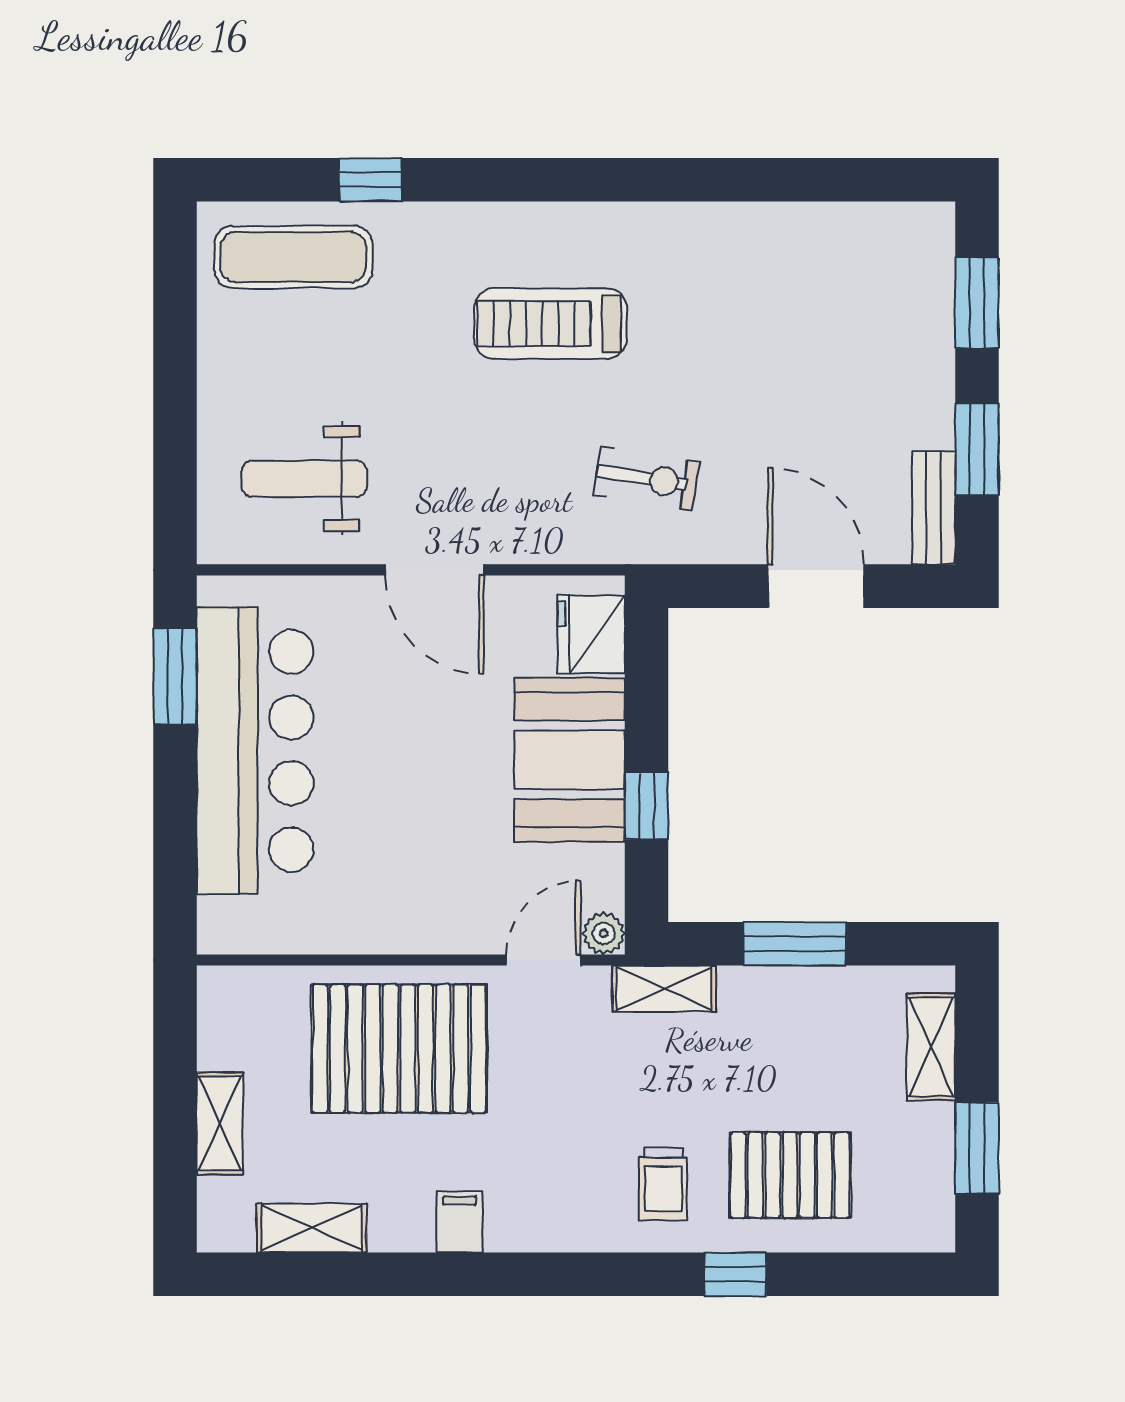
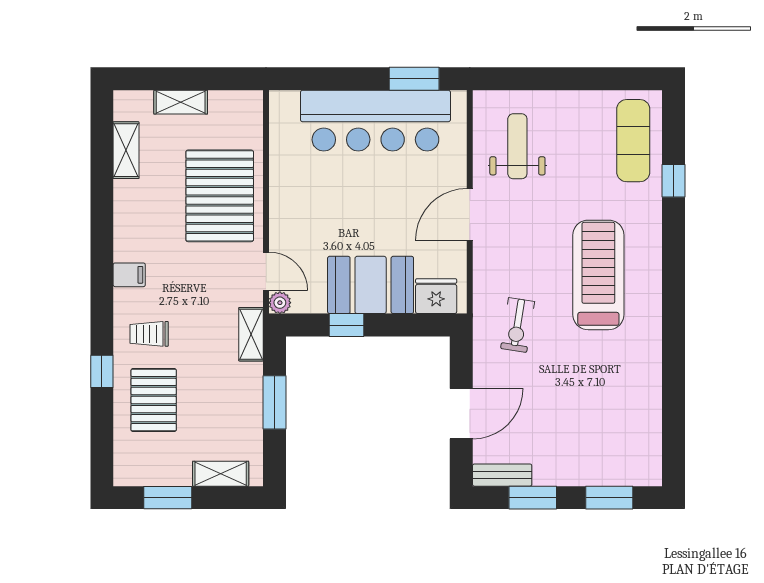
treadmill: (550, 324) -> (598, 275), width x1.37, depth x1.38
filing cabinet: (460, 1222) -> (129, 275), moved

